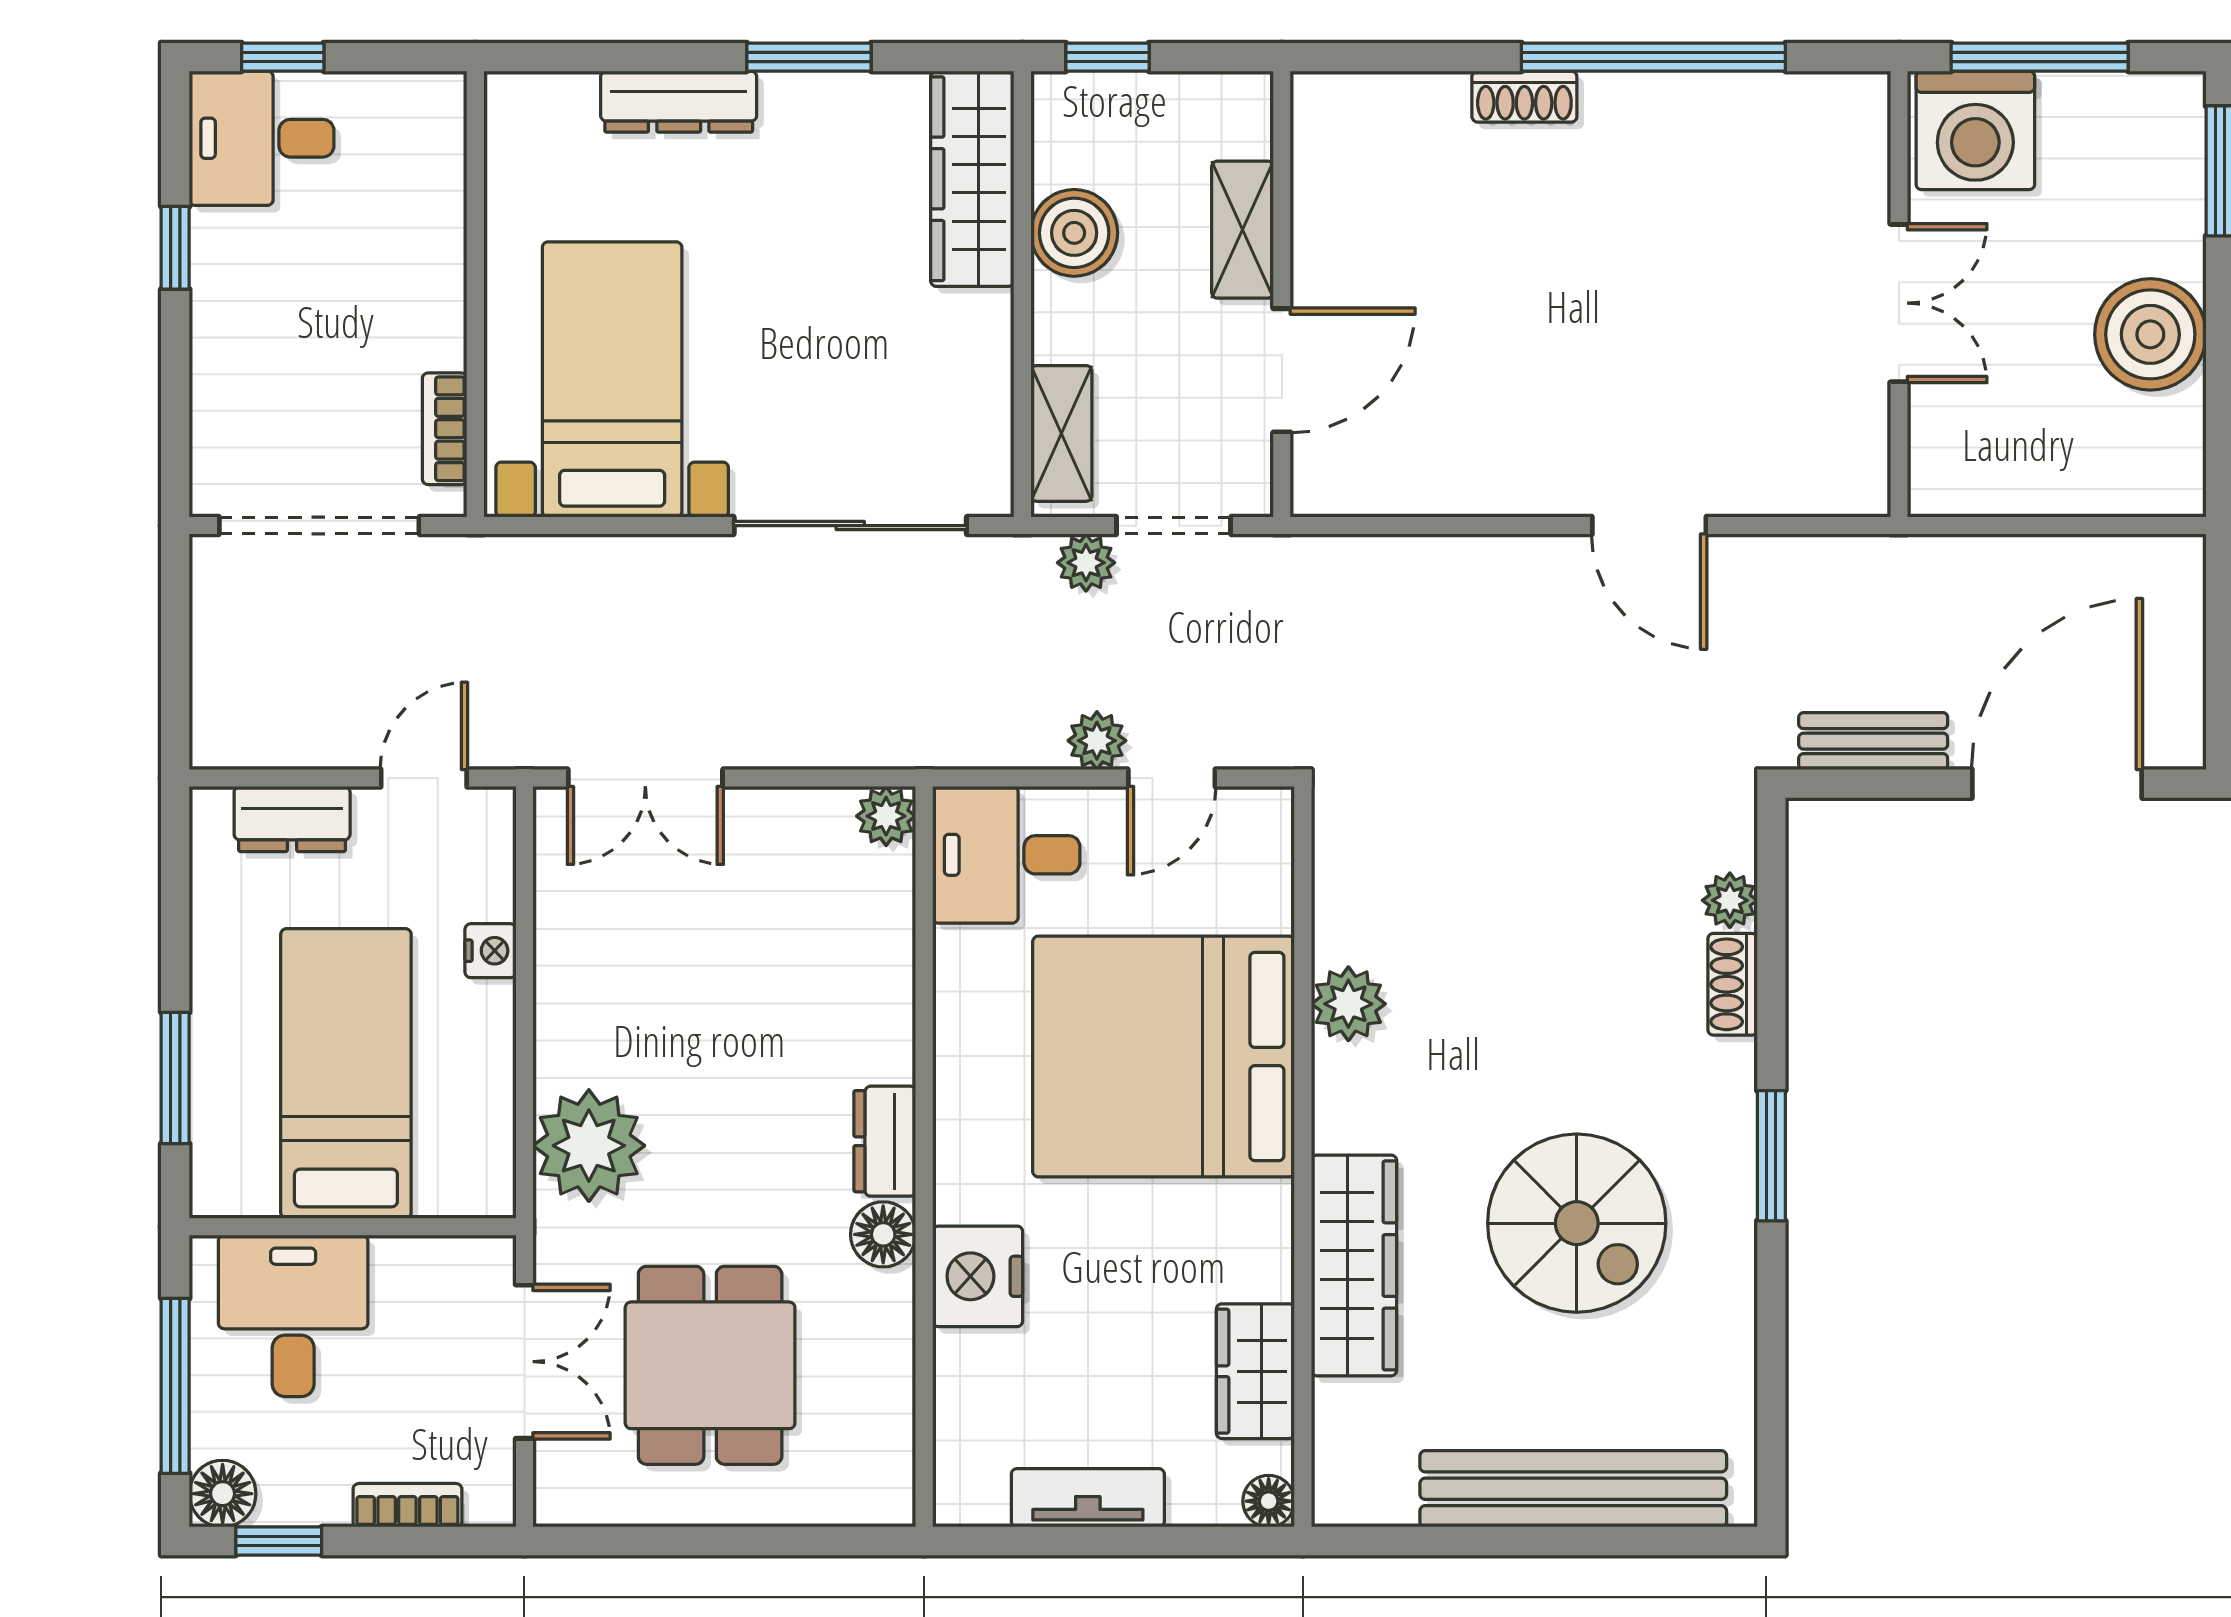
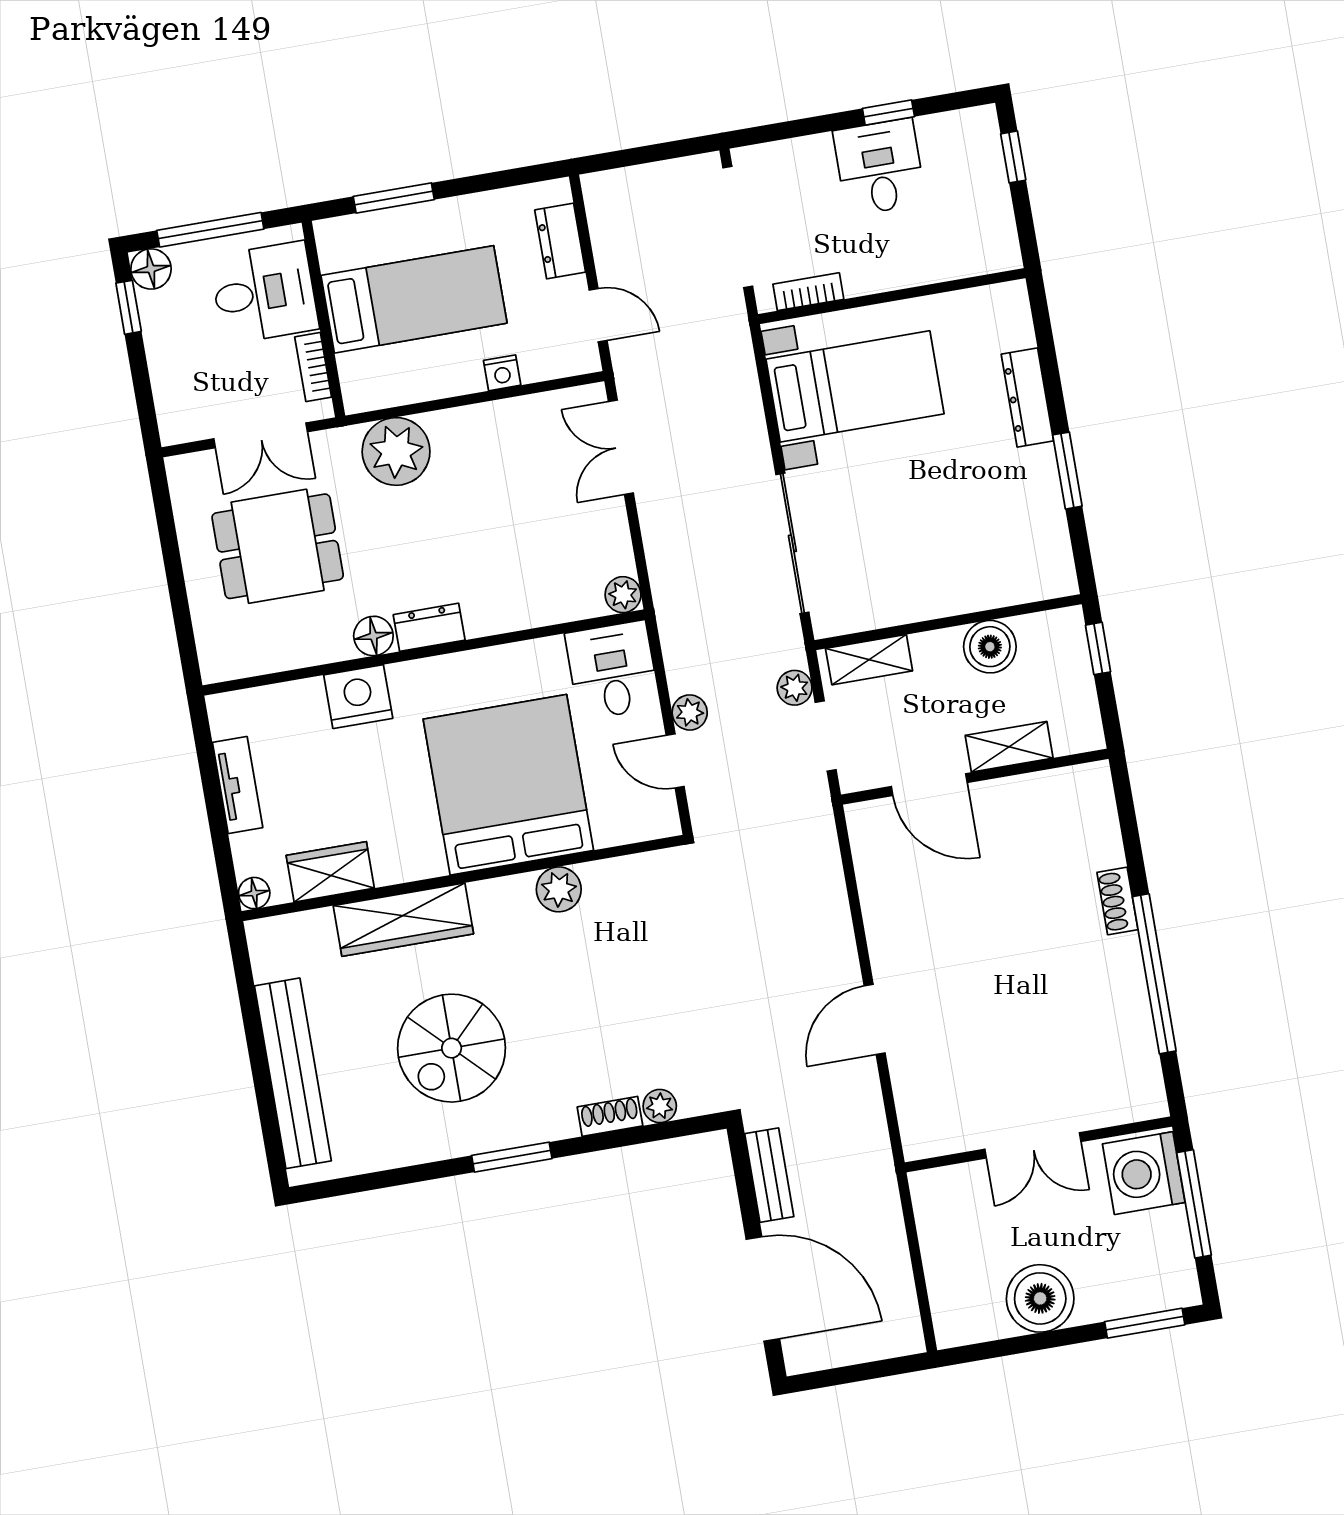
desk: (262, 138) -> (879, 167), moved
wardrobe: (972, 179) -> (1012, 580), removed
bookcase: (407, 1505) -> (313, 367), moved, turned 180

